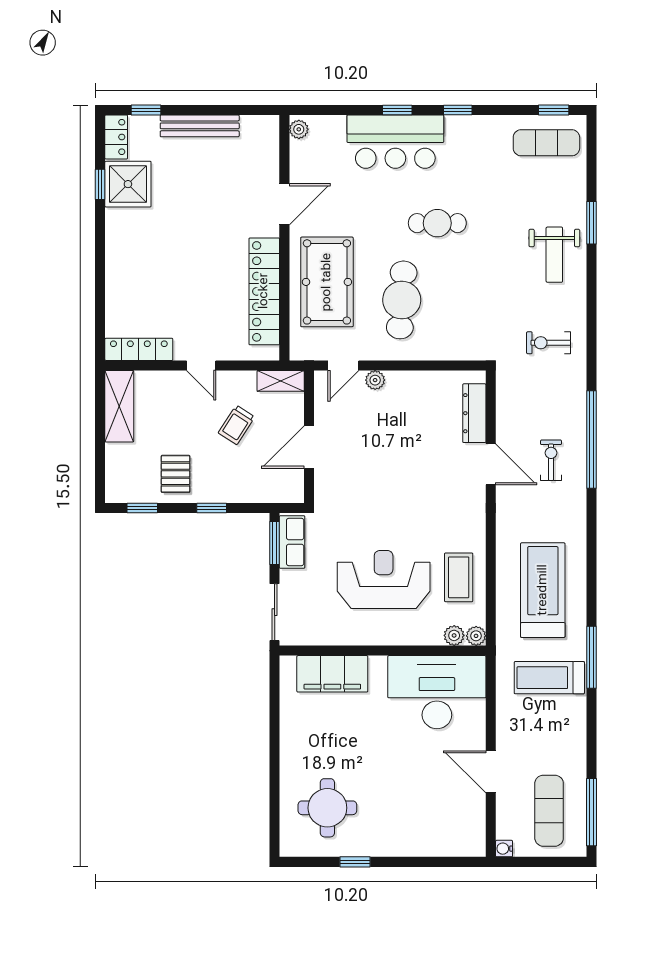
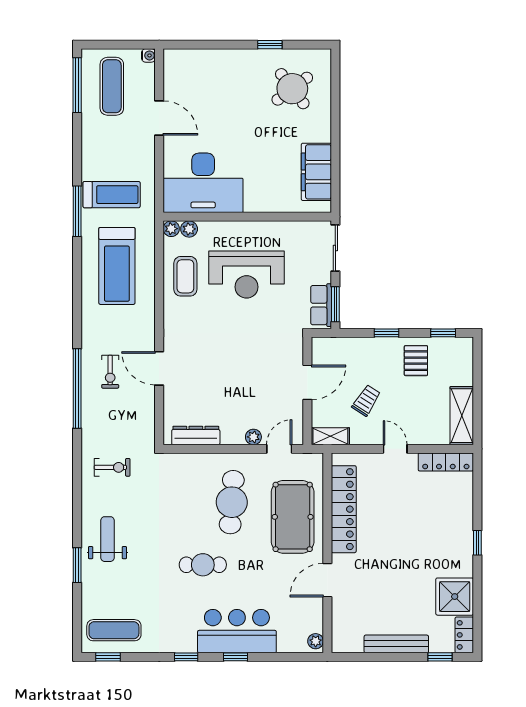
window: (100, 184) -> (477, 543), moved
dresser: (474, 413) -> (196, 435), moved, turned -90
filing cabinet: (332, 674) -> (316, 172), moved, turned -90
round table: (327, 808) -> (292, 89), turned -37

